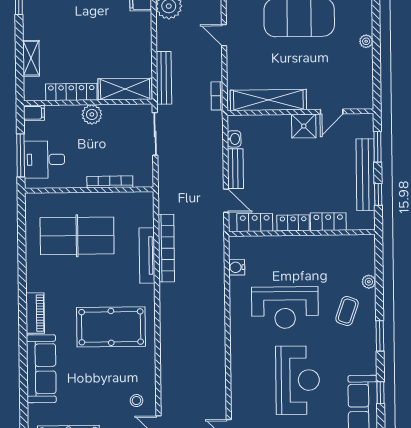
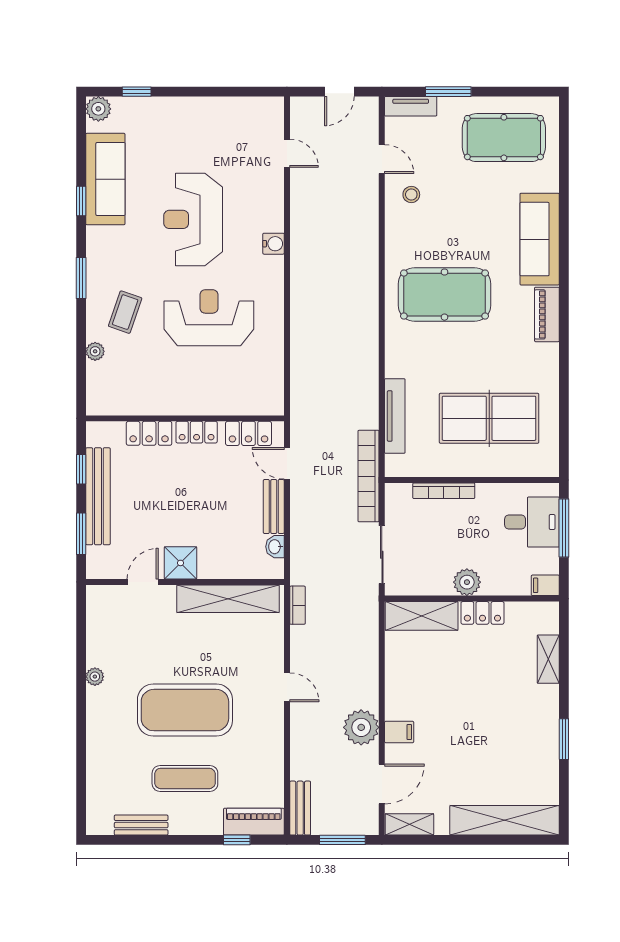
bench: (164, 78) -> (369, 631), removed
locker: (71, 92) -> (482, 613), width x0.66
bookcase: (166, 248) -> (369, 476), moved
tv unit: (147, 256) -> (395, 416), moved
water cooler: (237, 267) -> (274, 244), moved

